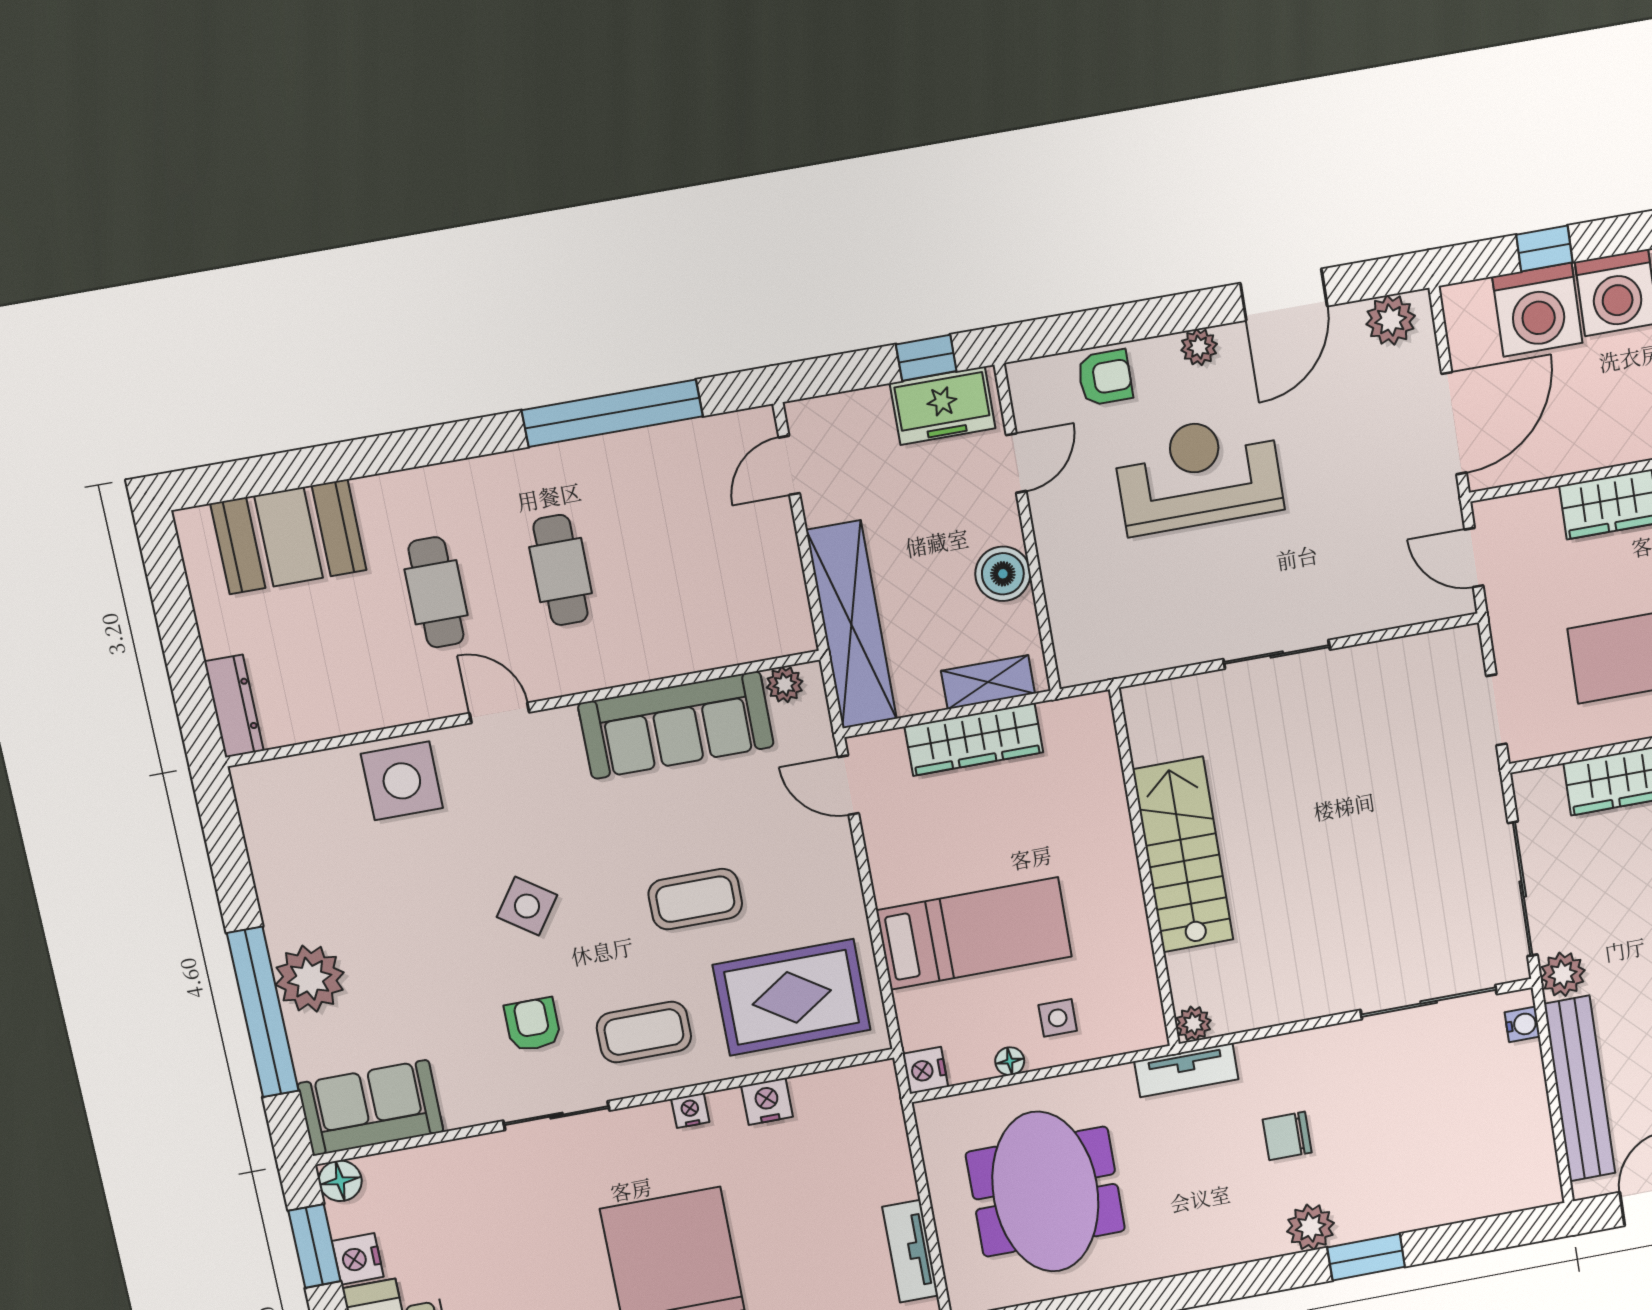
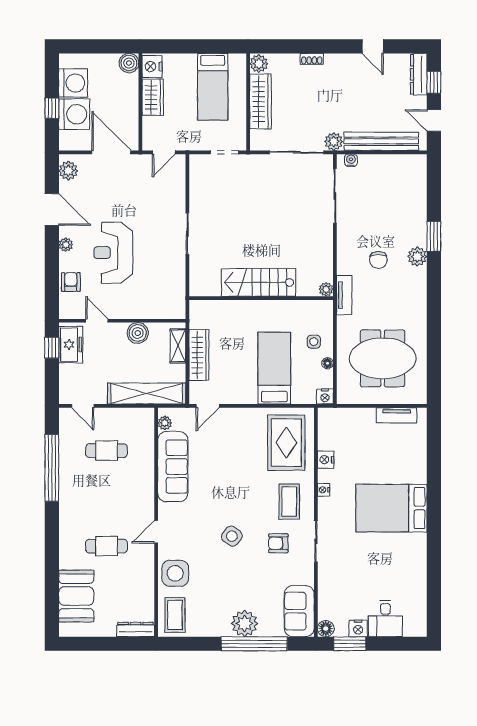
cafe table: (561, 570) -> (107, 451), moved
coffee table: (695, 899) -> (175, 615), moved

